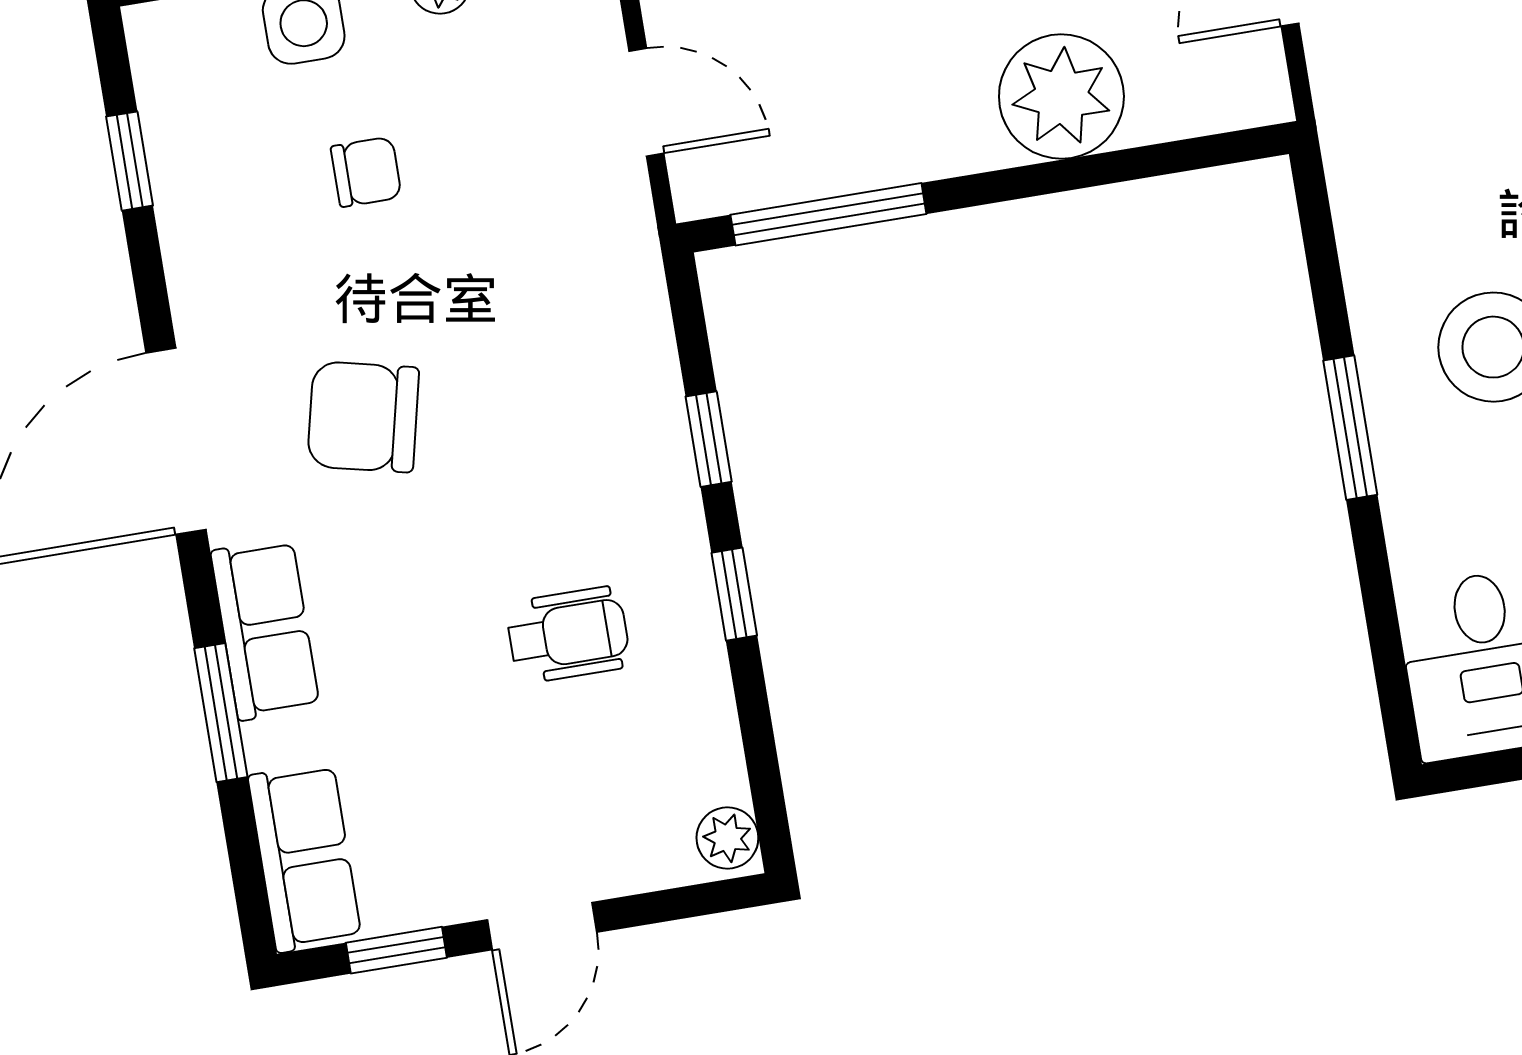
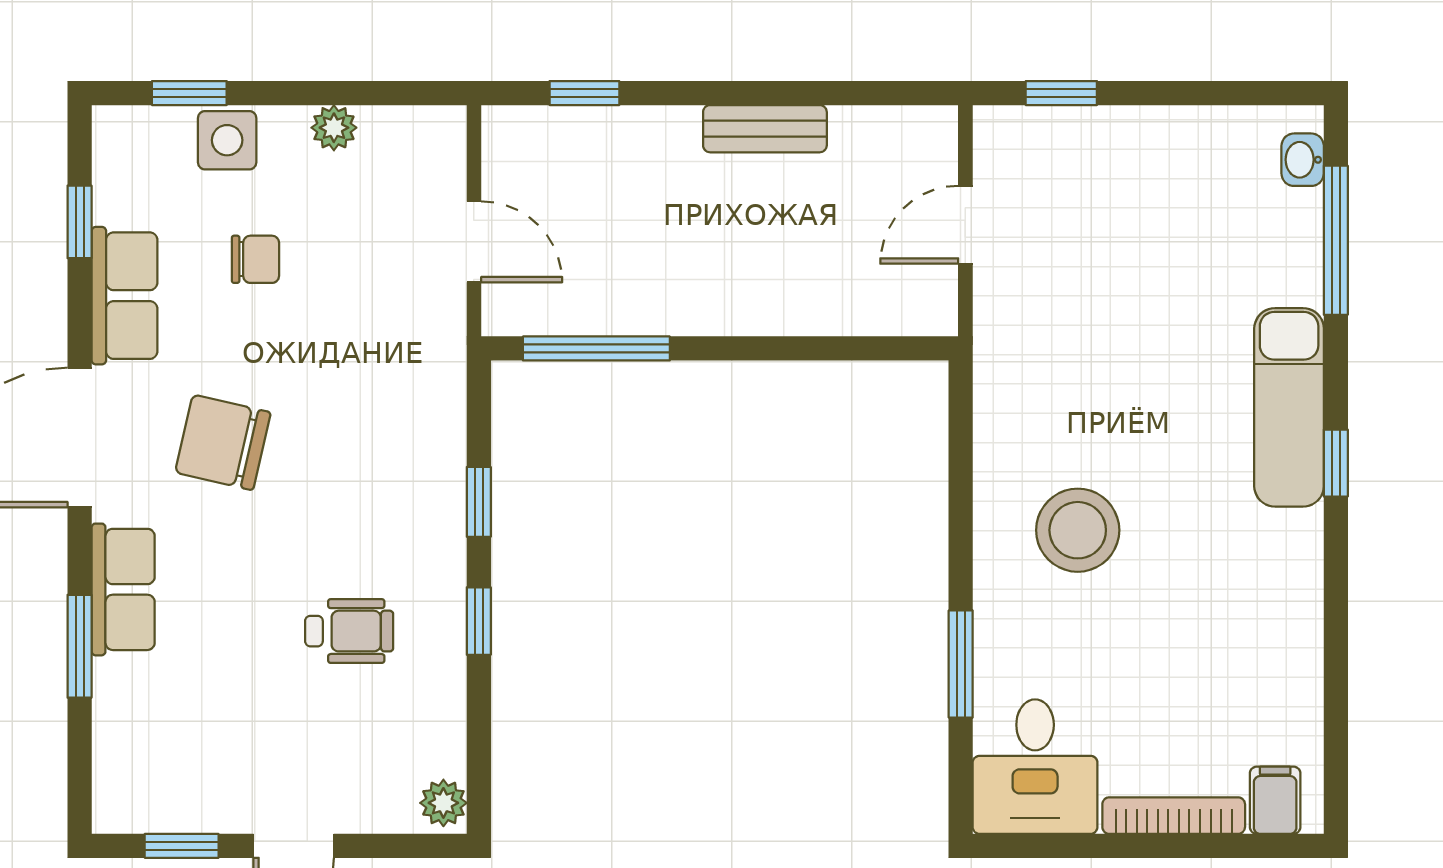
plant: (1061, 96) -> (785, 289), removed
window: (1350, 428) -> (961, 664), moved
row of seats: (305, 858) -> (124, 296), moved

